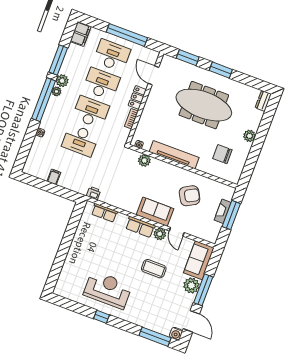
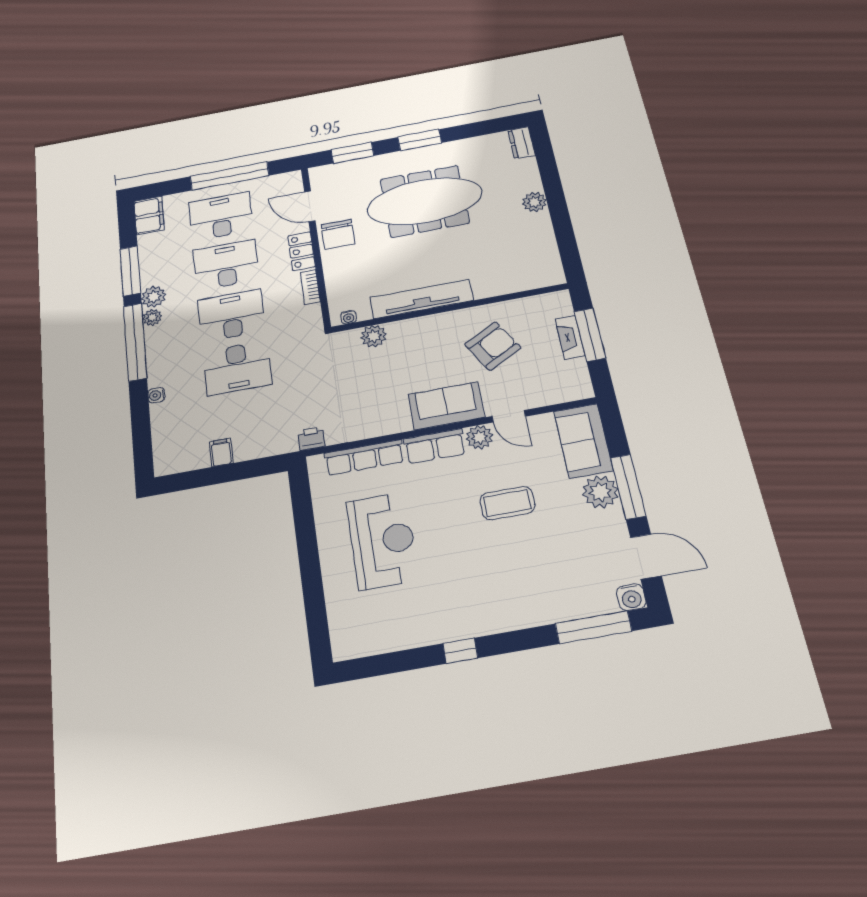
chair: (222, 154) -> (338, 234), moved, turned -90
row of seats: (104, 213) -> (364, 457), width x1.48
reception desk: (108, 290) -> (382, 541), moved, turned 90

